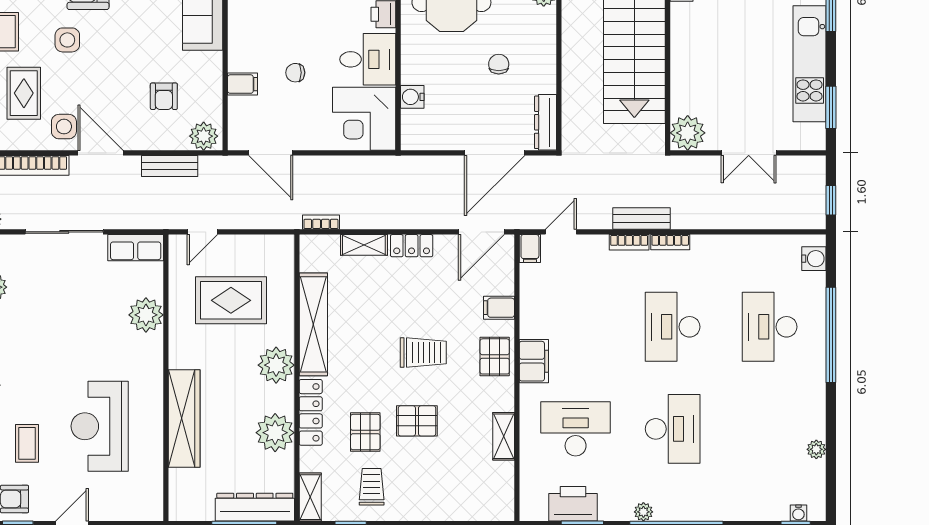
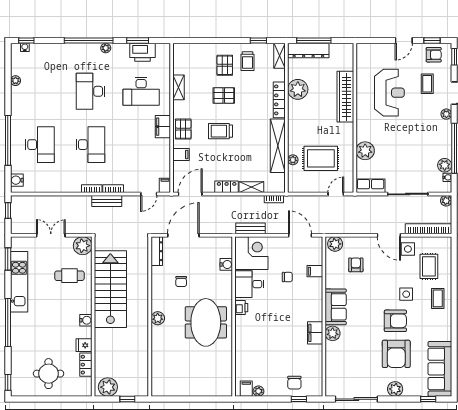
cafe table: (713, 75) -> (69, 276), added
bench: (170, 166) -> (250, 228), moved
plant: (276, 365) -> (293, 160), moved, width x0.53, depth x0.53
pallet: (365, 432) -> (225, 65), moved

